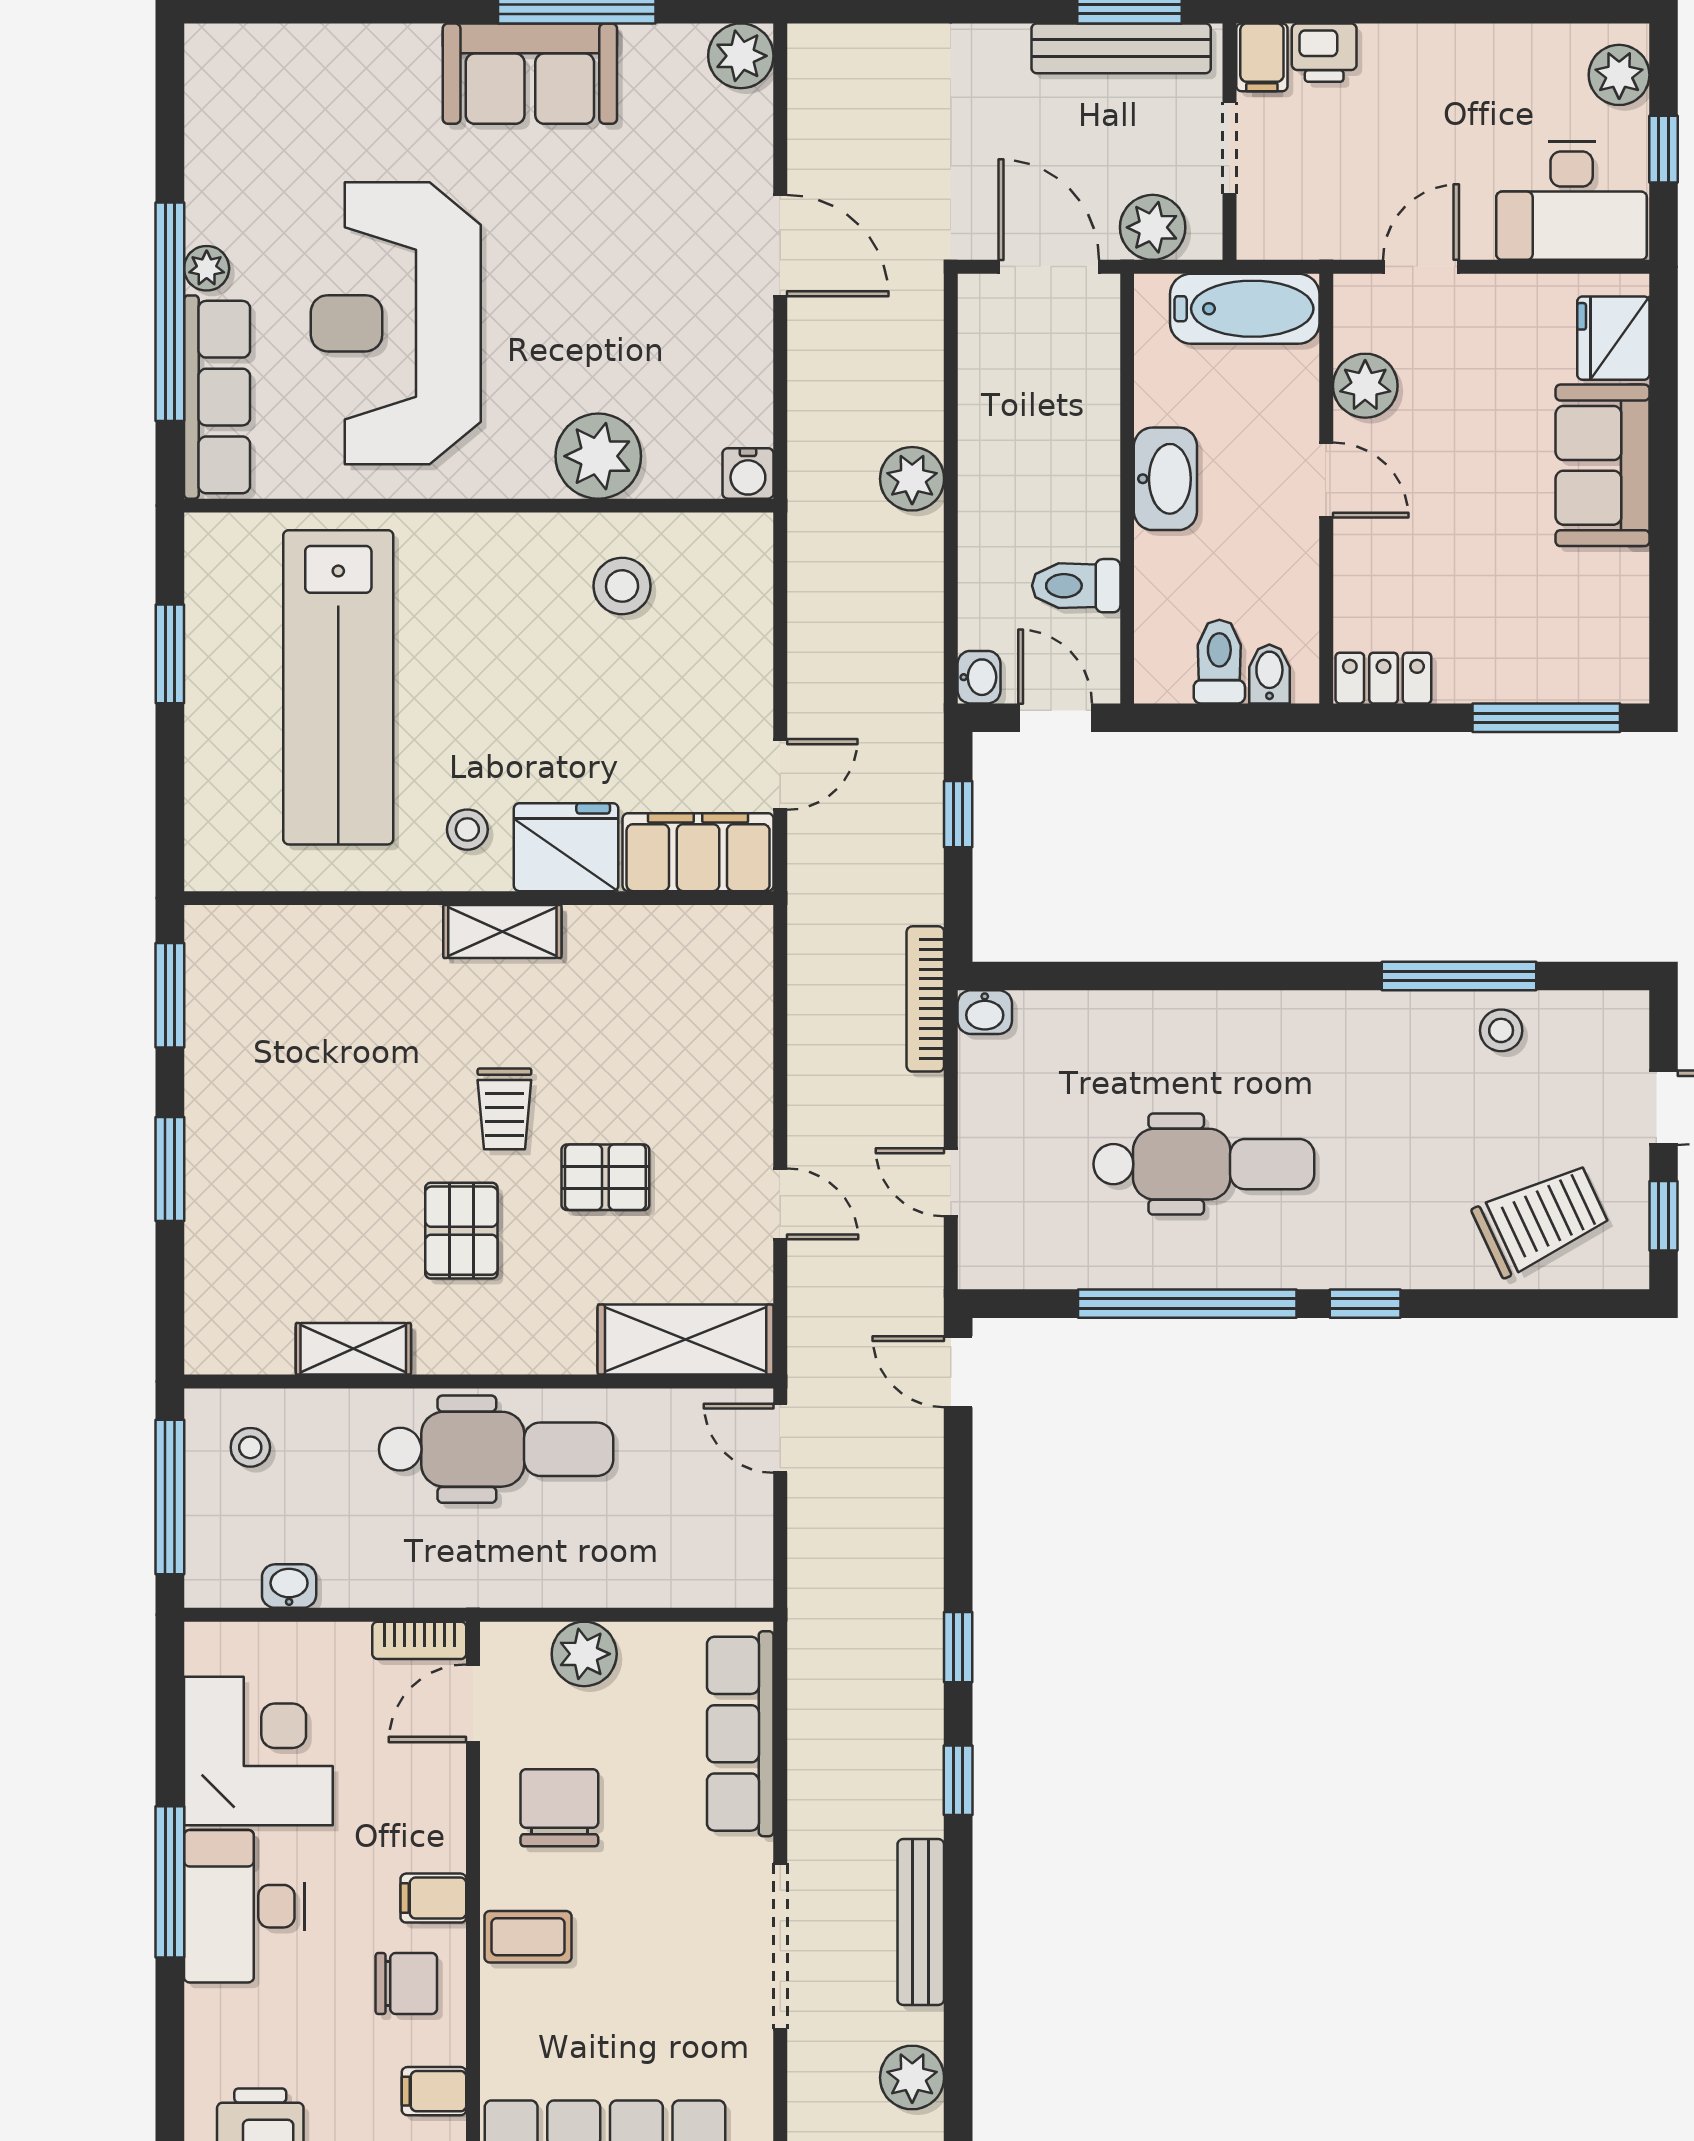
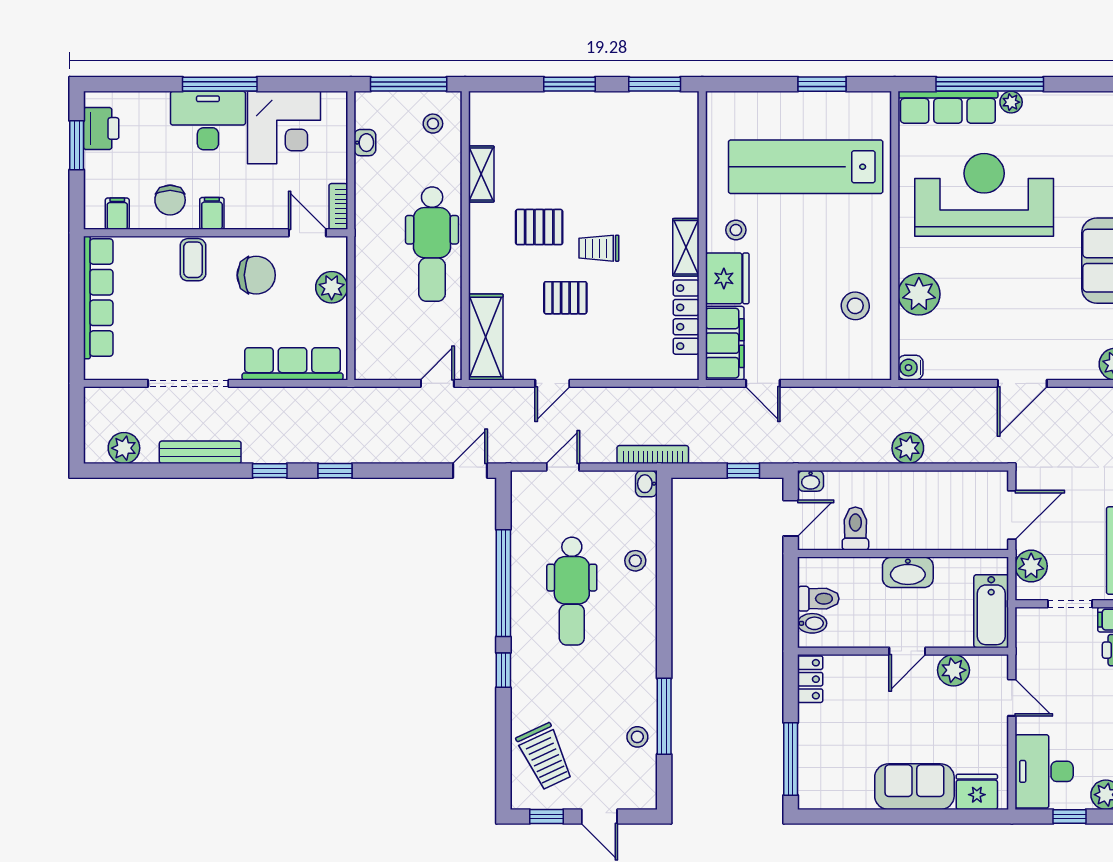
locker: (645, 931) -> (686, 317), added
stool: (1142, 1035) -> (635, 561), added
pallet: (605, 1177) -> (565, 298), turned 90

